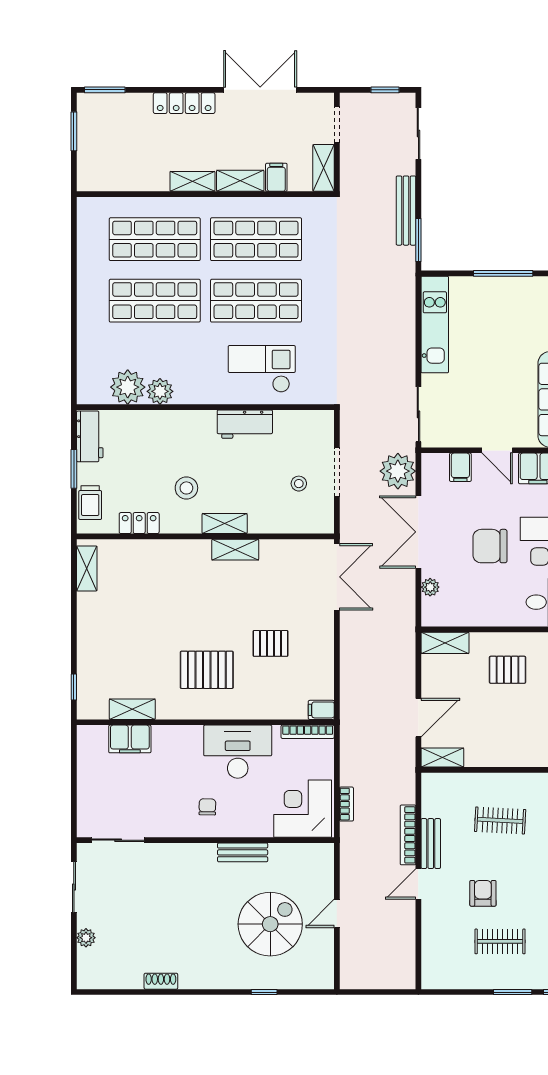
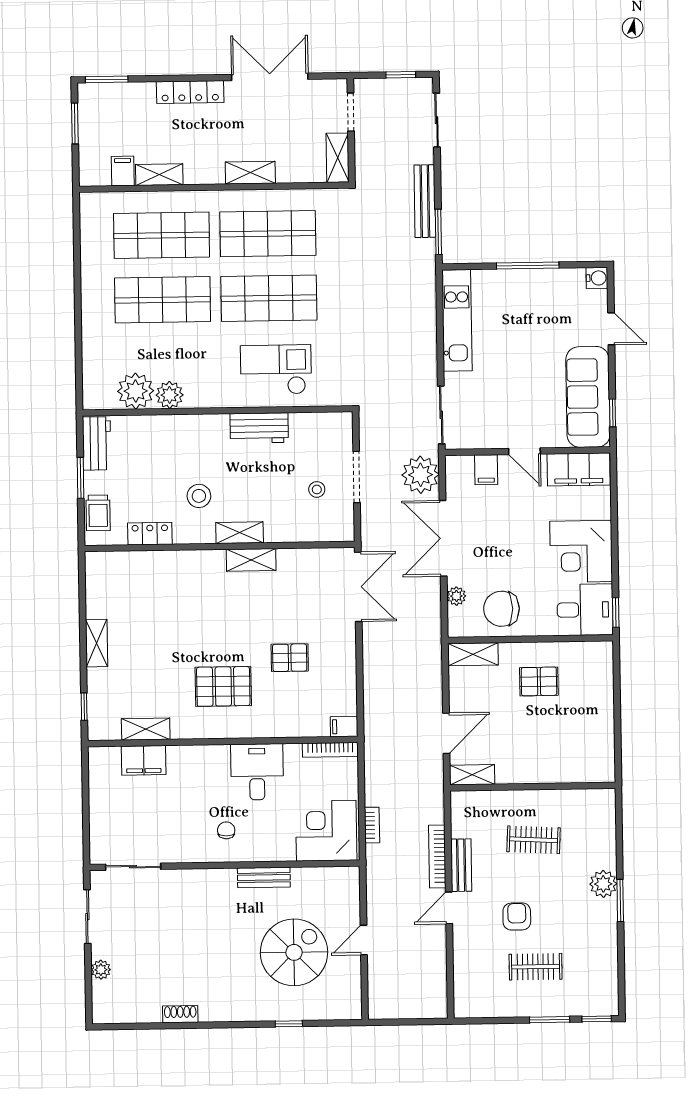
filing cabinet: (276, 177) -> (123, 171), moved
shelving: (192, 181) -> (159, 175), moved
chair: (490, 546) -> (501, 609), moved
shelving: (87, 568) -> (97, 643), moved
desk: (238, 752) -> (257, 772), width x0.73

